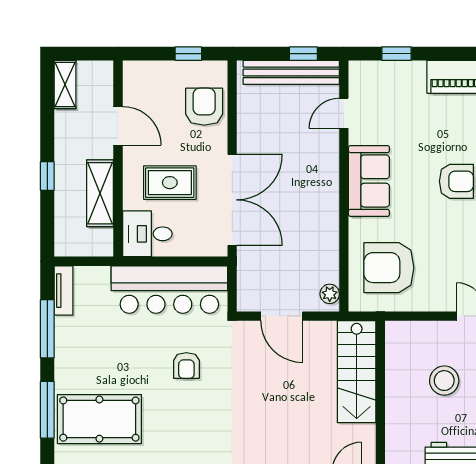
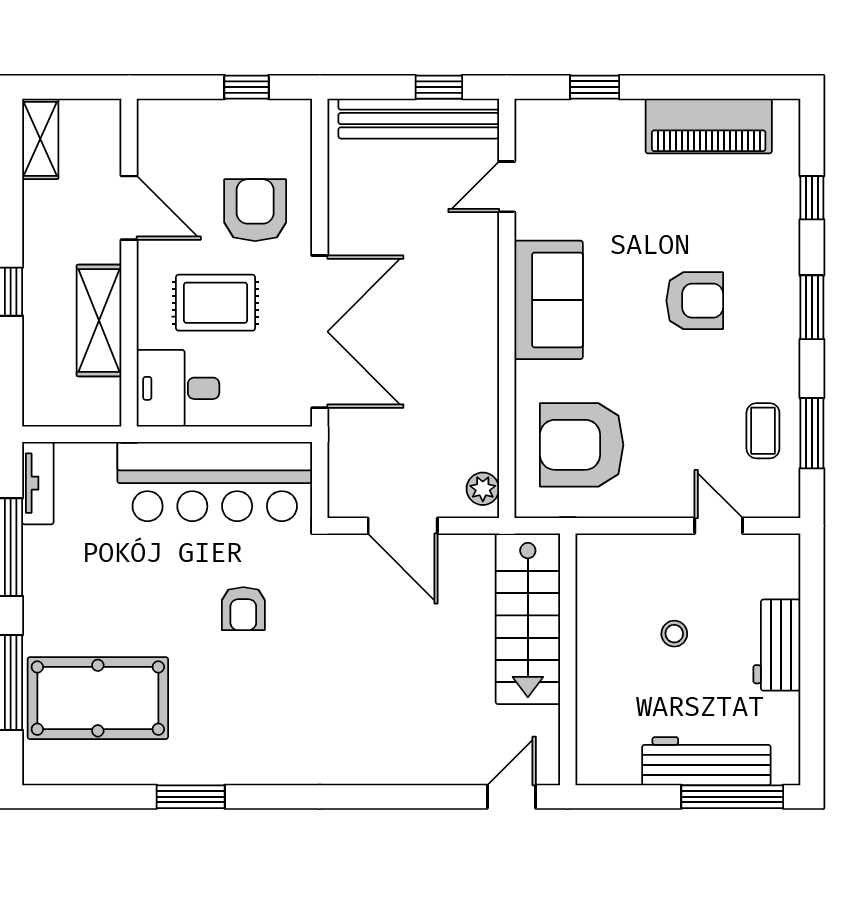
armchair: (204, 107) -> (255, 210), moved
stool: (444, 381) -> (674, 634), width x0.53, depth x0.53

